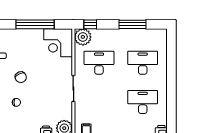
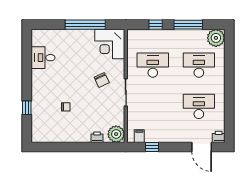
window: (90, 24) -> (156, 25), moved
plant: (83, 37) -> (216, 38), moved
chair: (21, 77) -> (102, 80), moved

